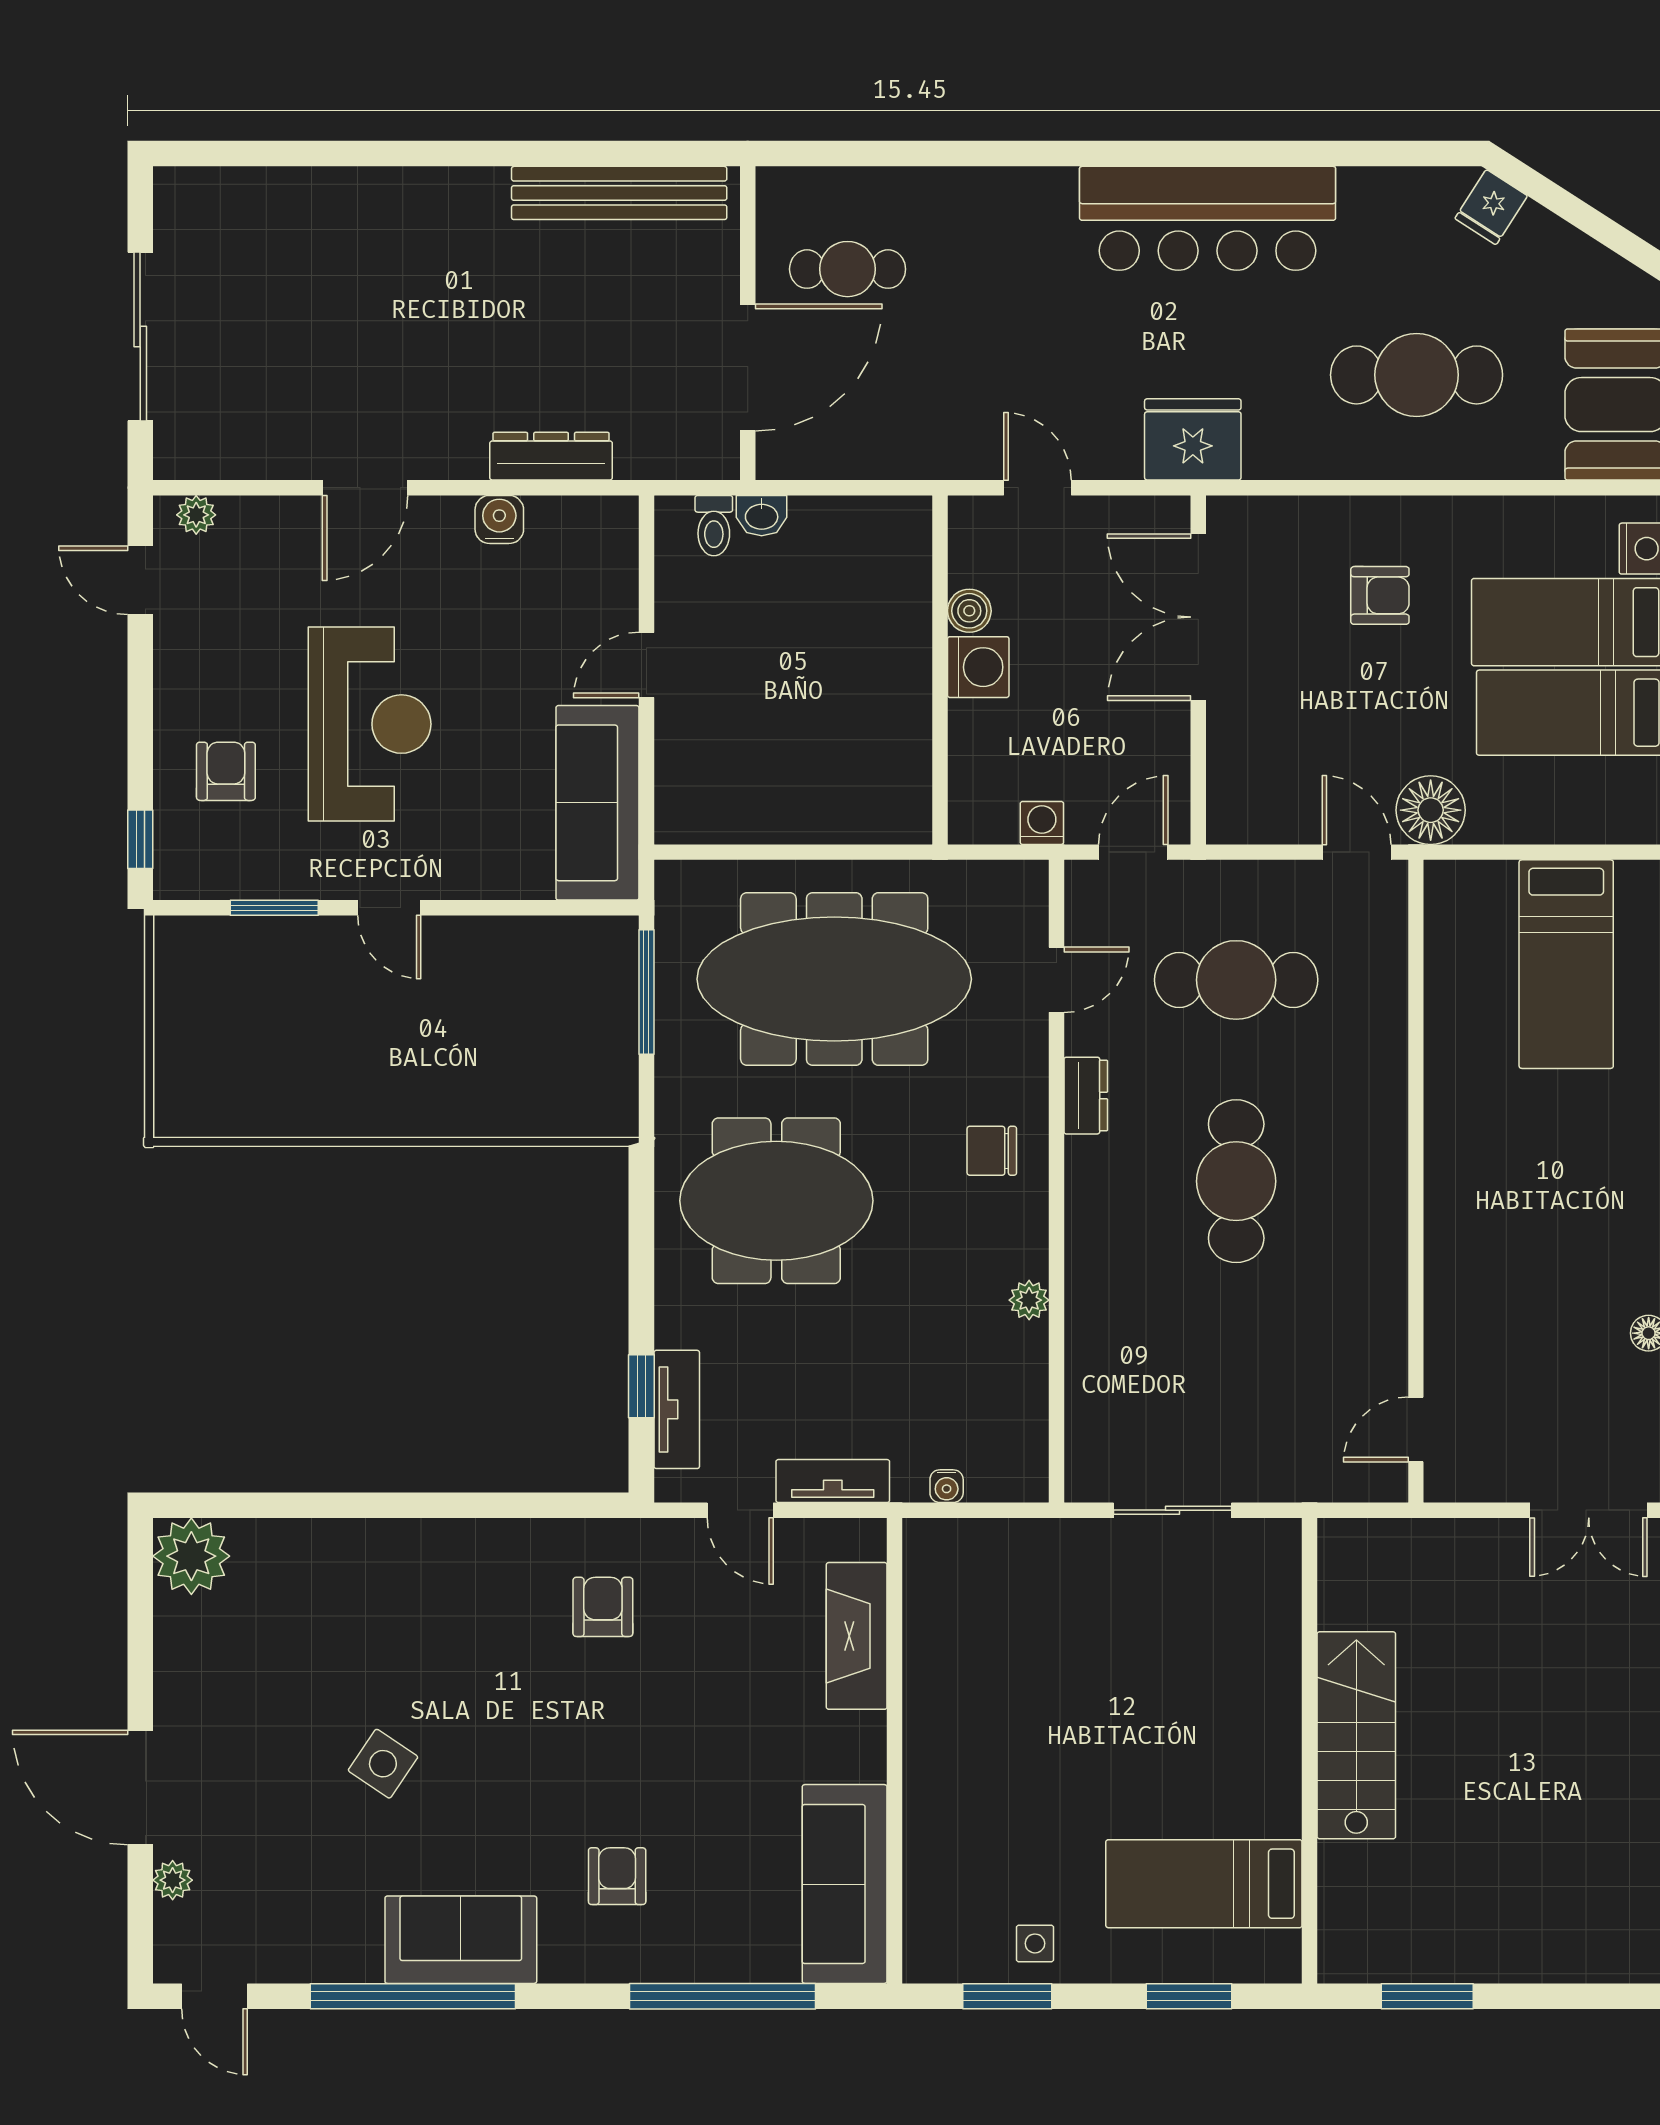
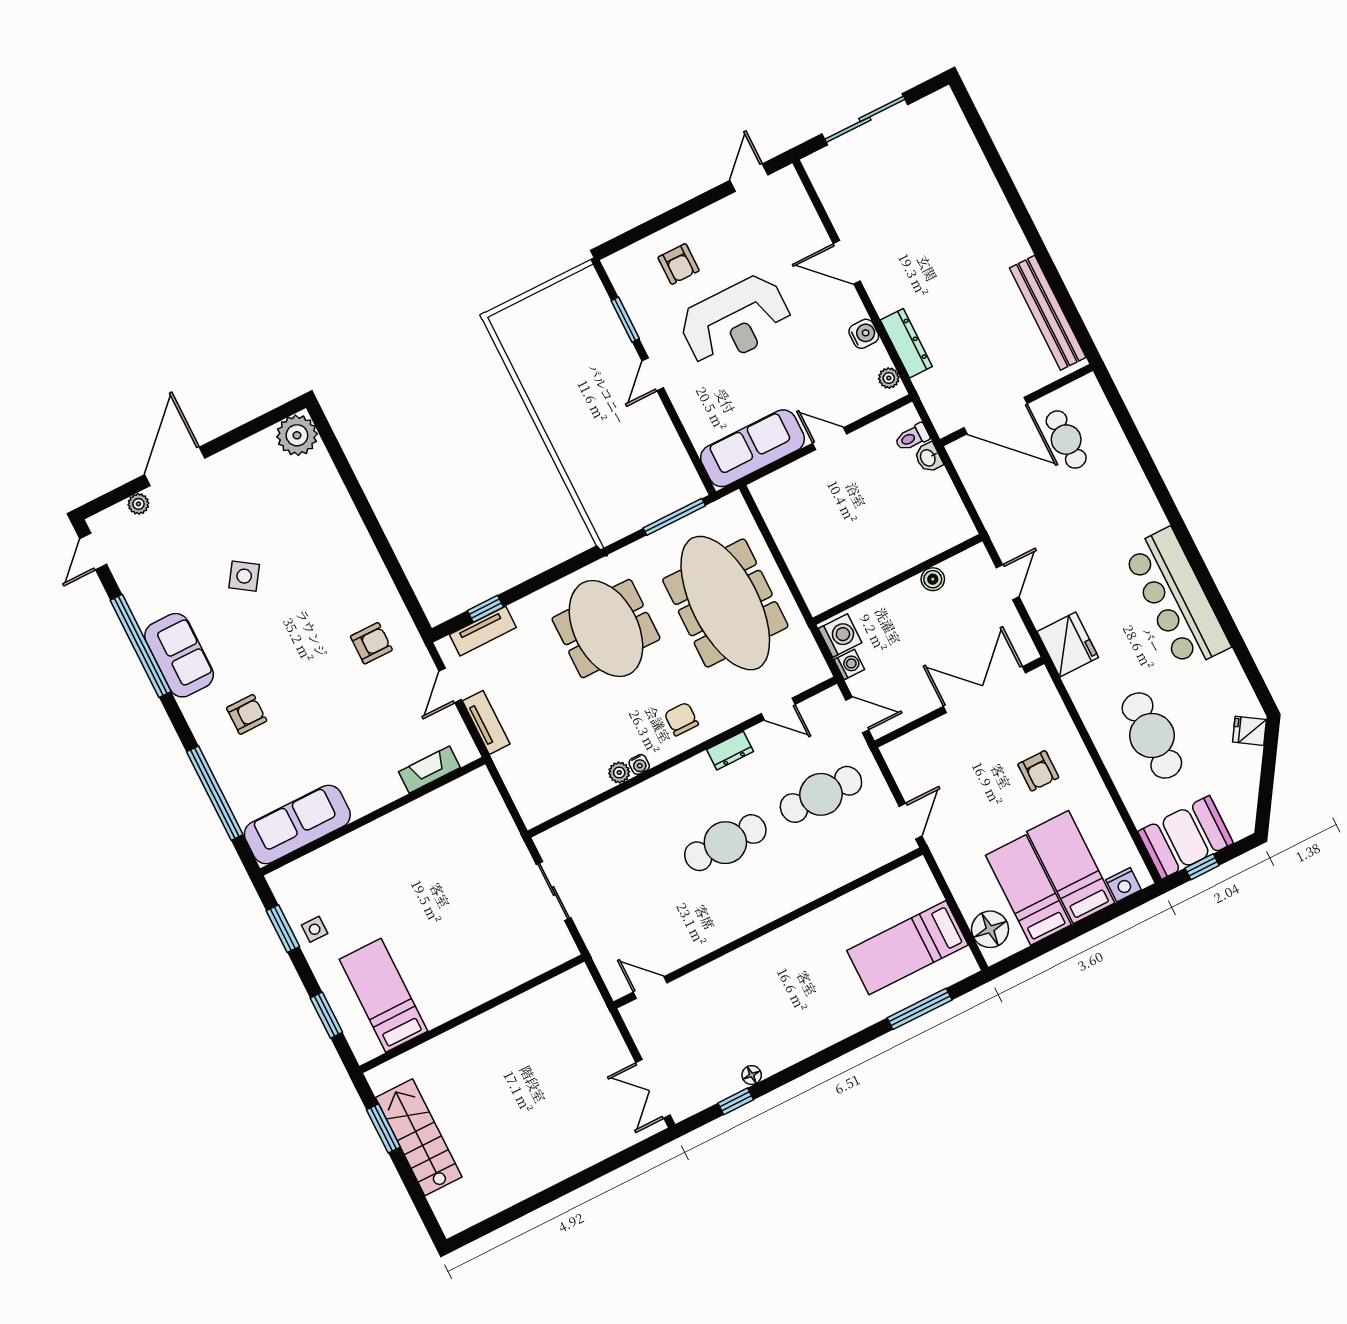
plant: (196, 515) -> (889, 378), moved
washing machine: (978, 667) -> (840, 636), moved, turned -90
armchair: (226, 771) -> (679, 264), turned 90
floor lamp: (1431, 810) -> (990, 929), moved
window: (140, 839) -> (626, 240), removed
cafe table: (1236, 980) -> (821, 794), turned 90
water cooler: (947, 1486) -> (639, 764), moved, turned -90
fireplace: (857, 1636) -> (429, 770), width x0.73, depth x0.76
stairs: (1356, 1735) -> (419, 1137), moved, turned -90

